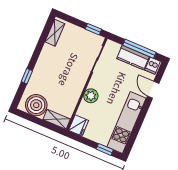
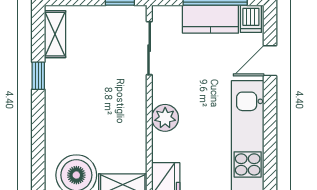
window: (27, 76) -> (38, 76), moved
door: (153, 90) -> (270, 61), hinge flipped

